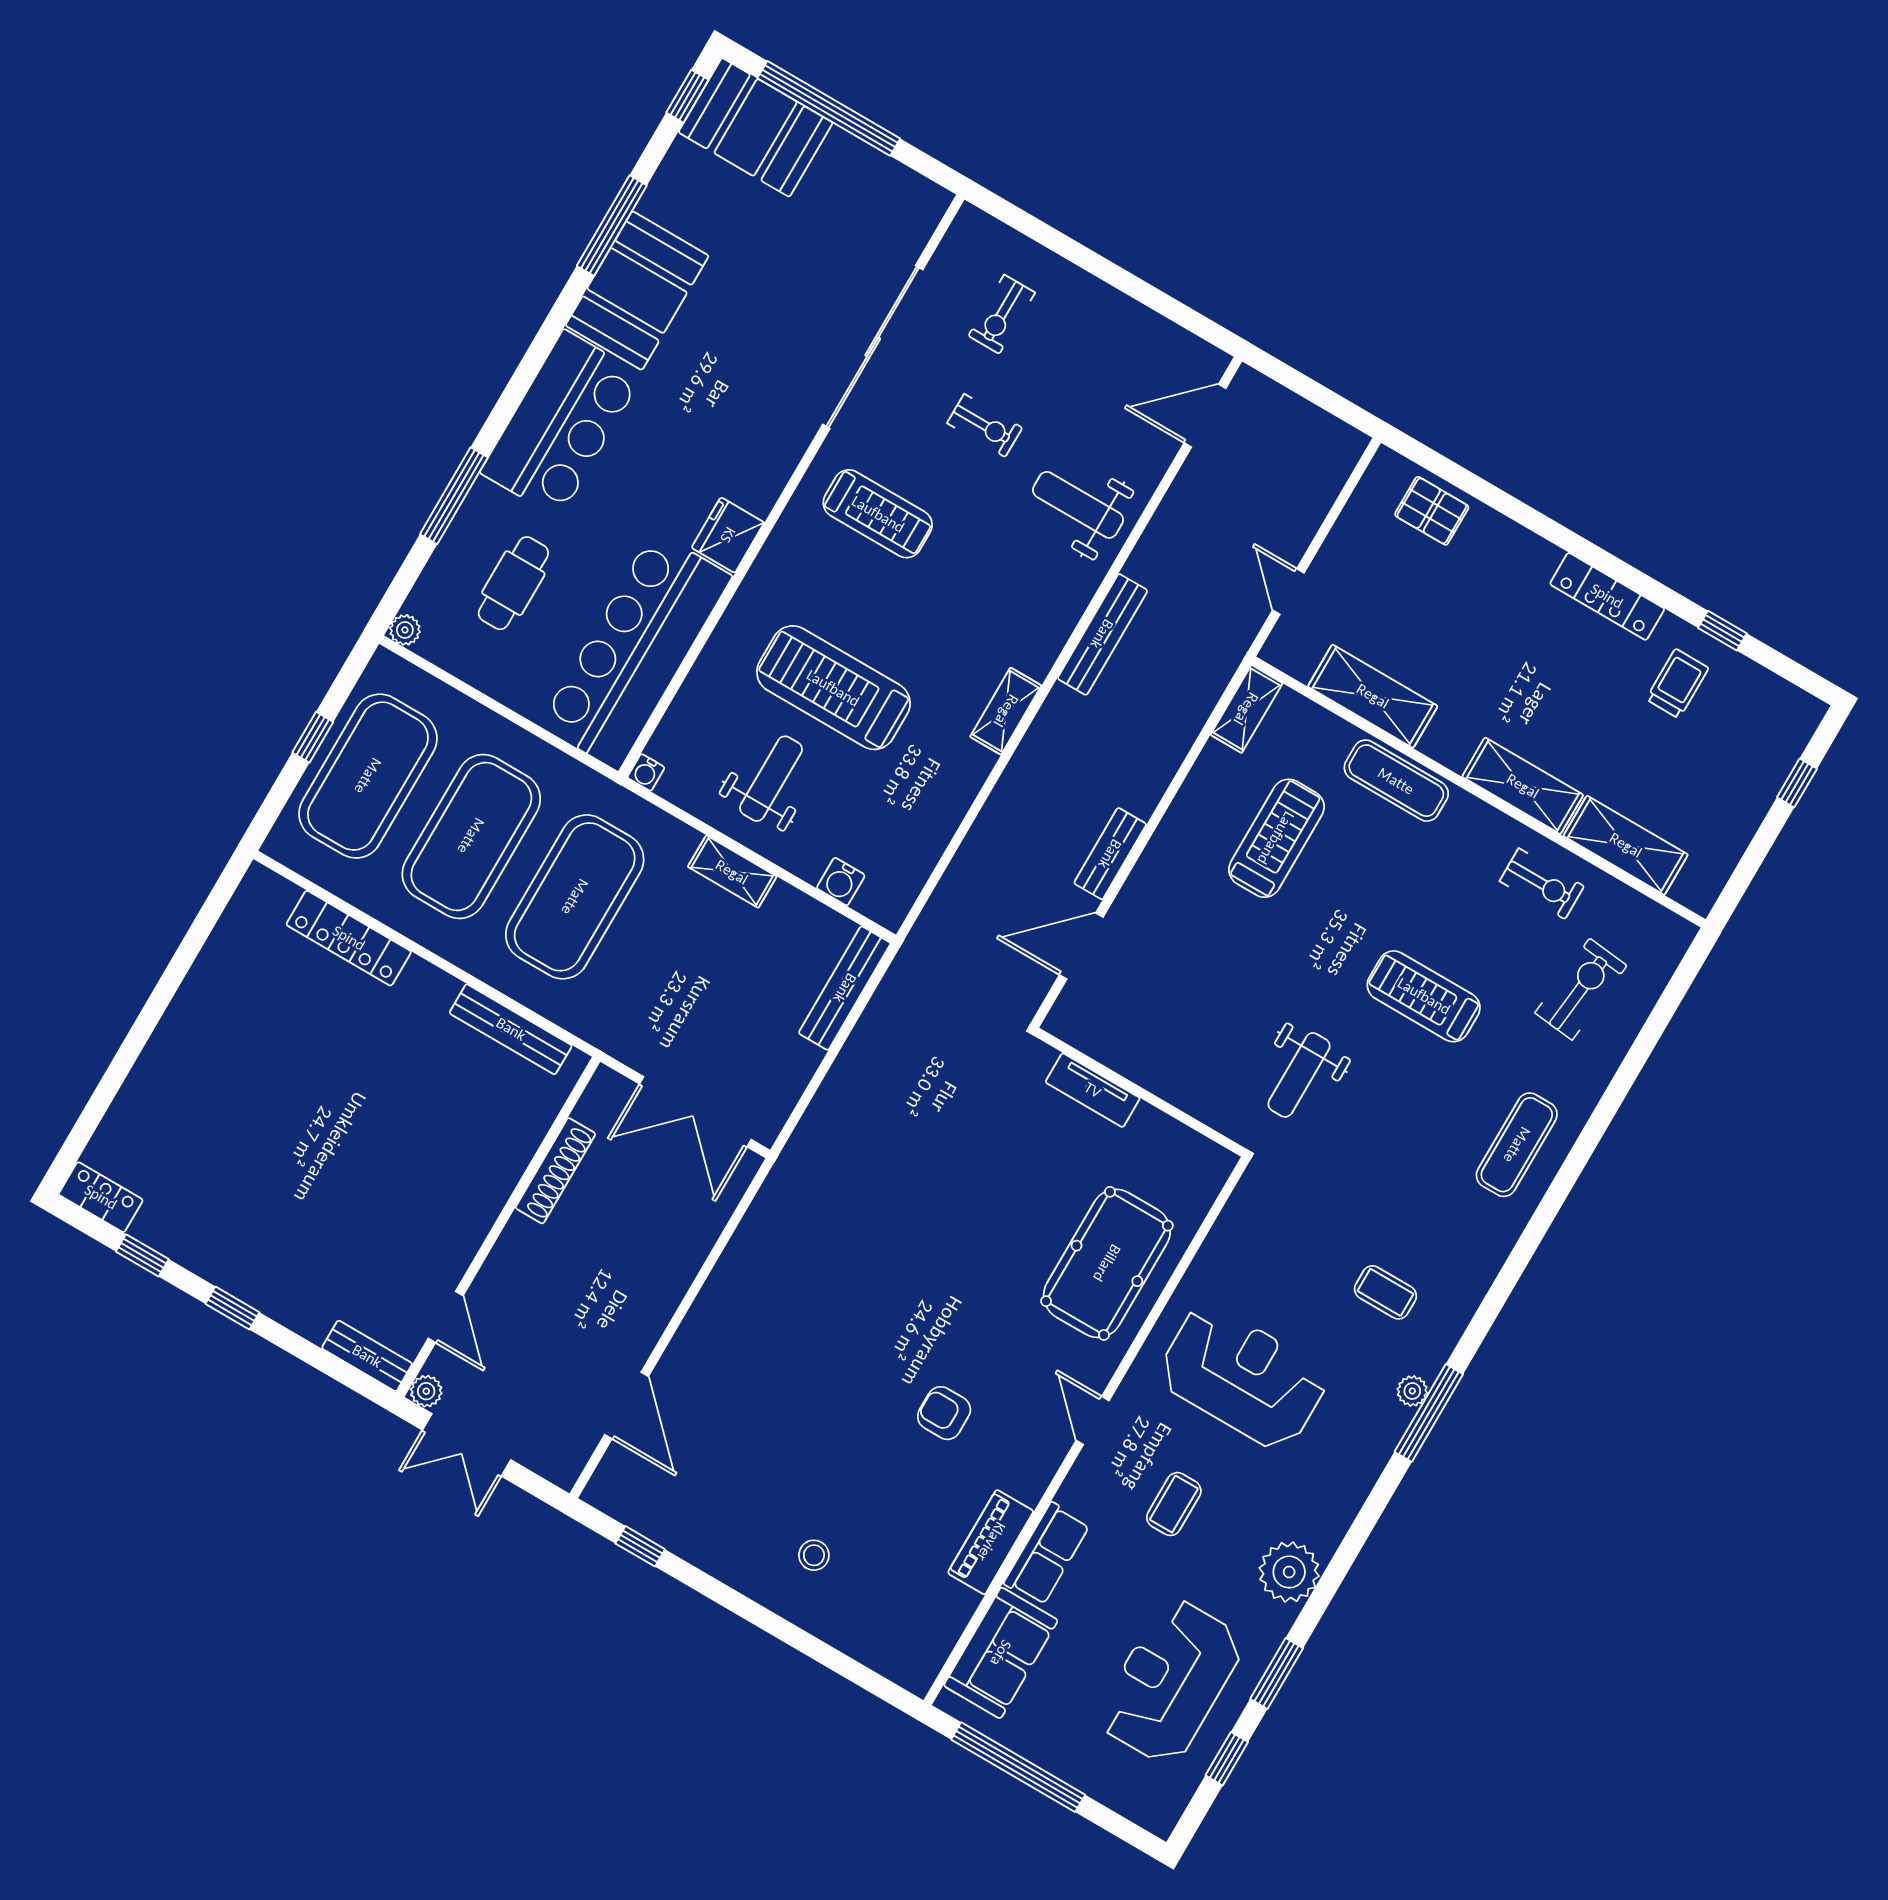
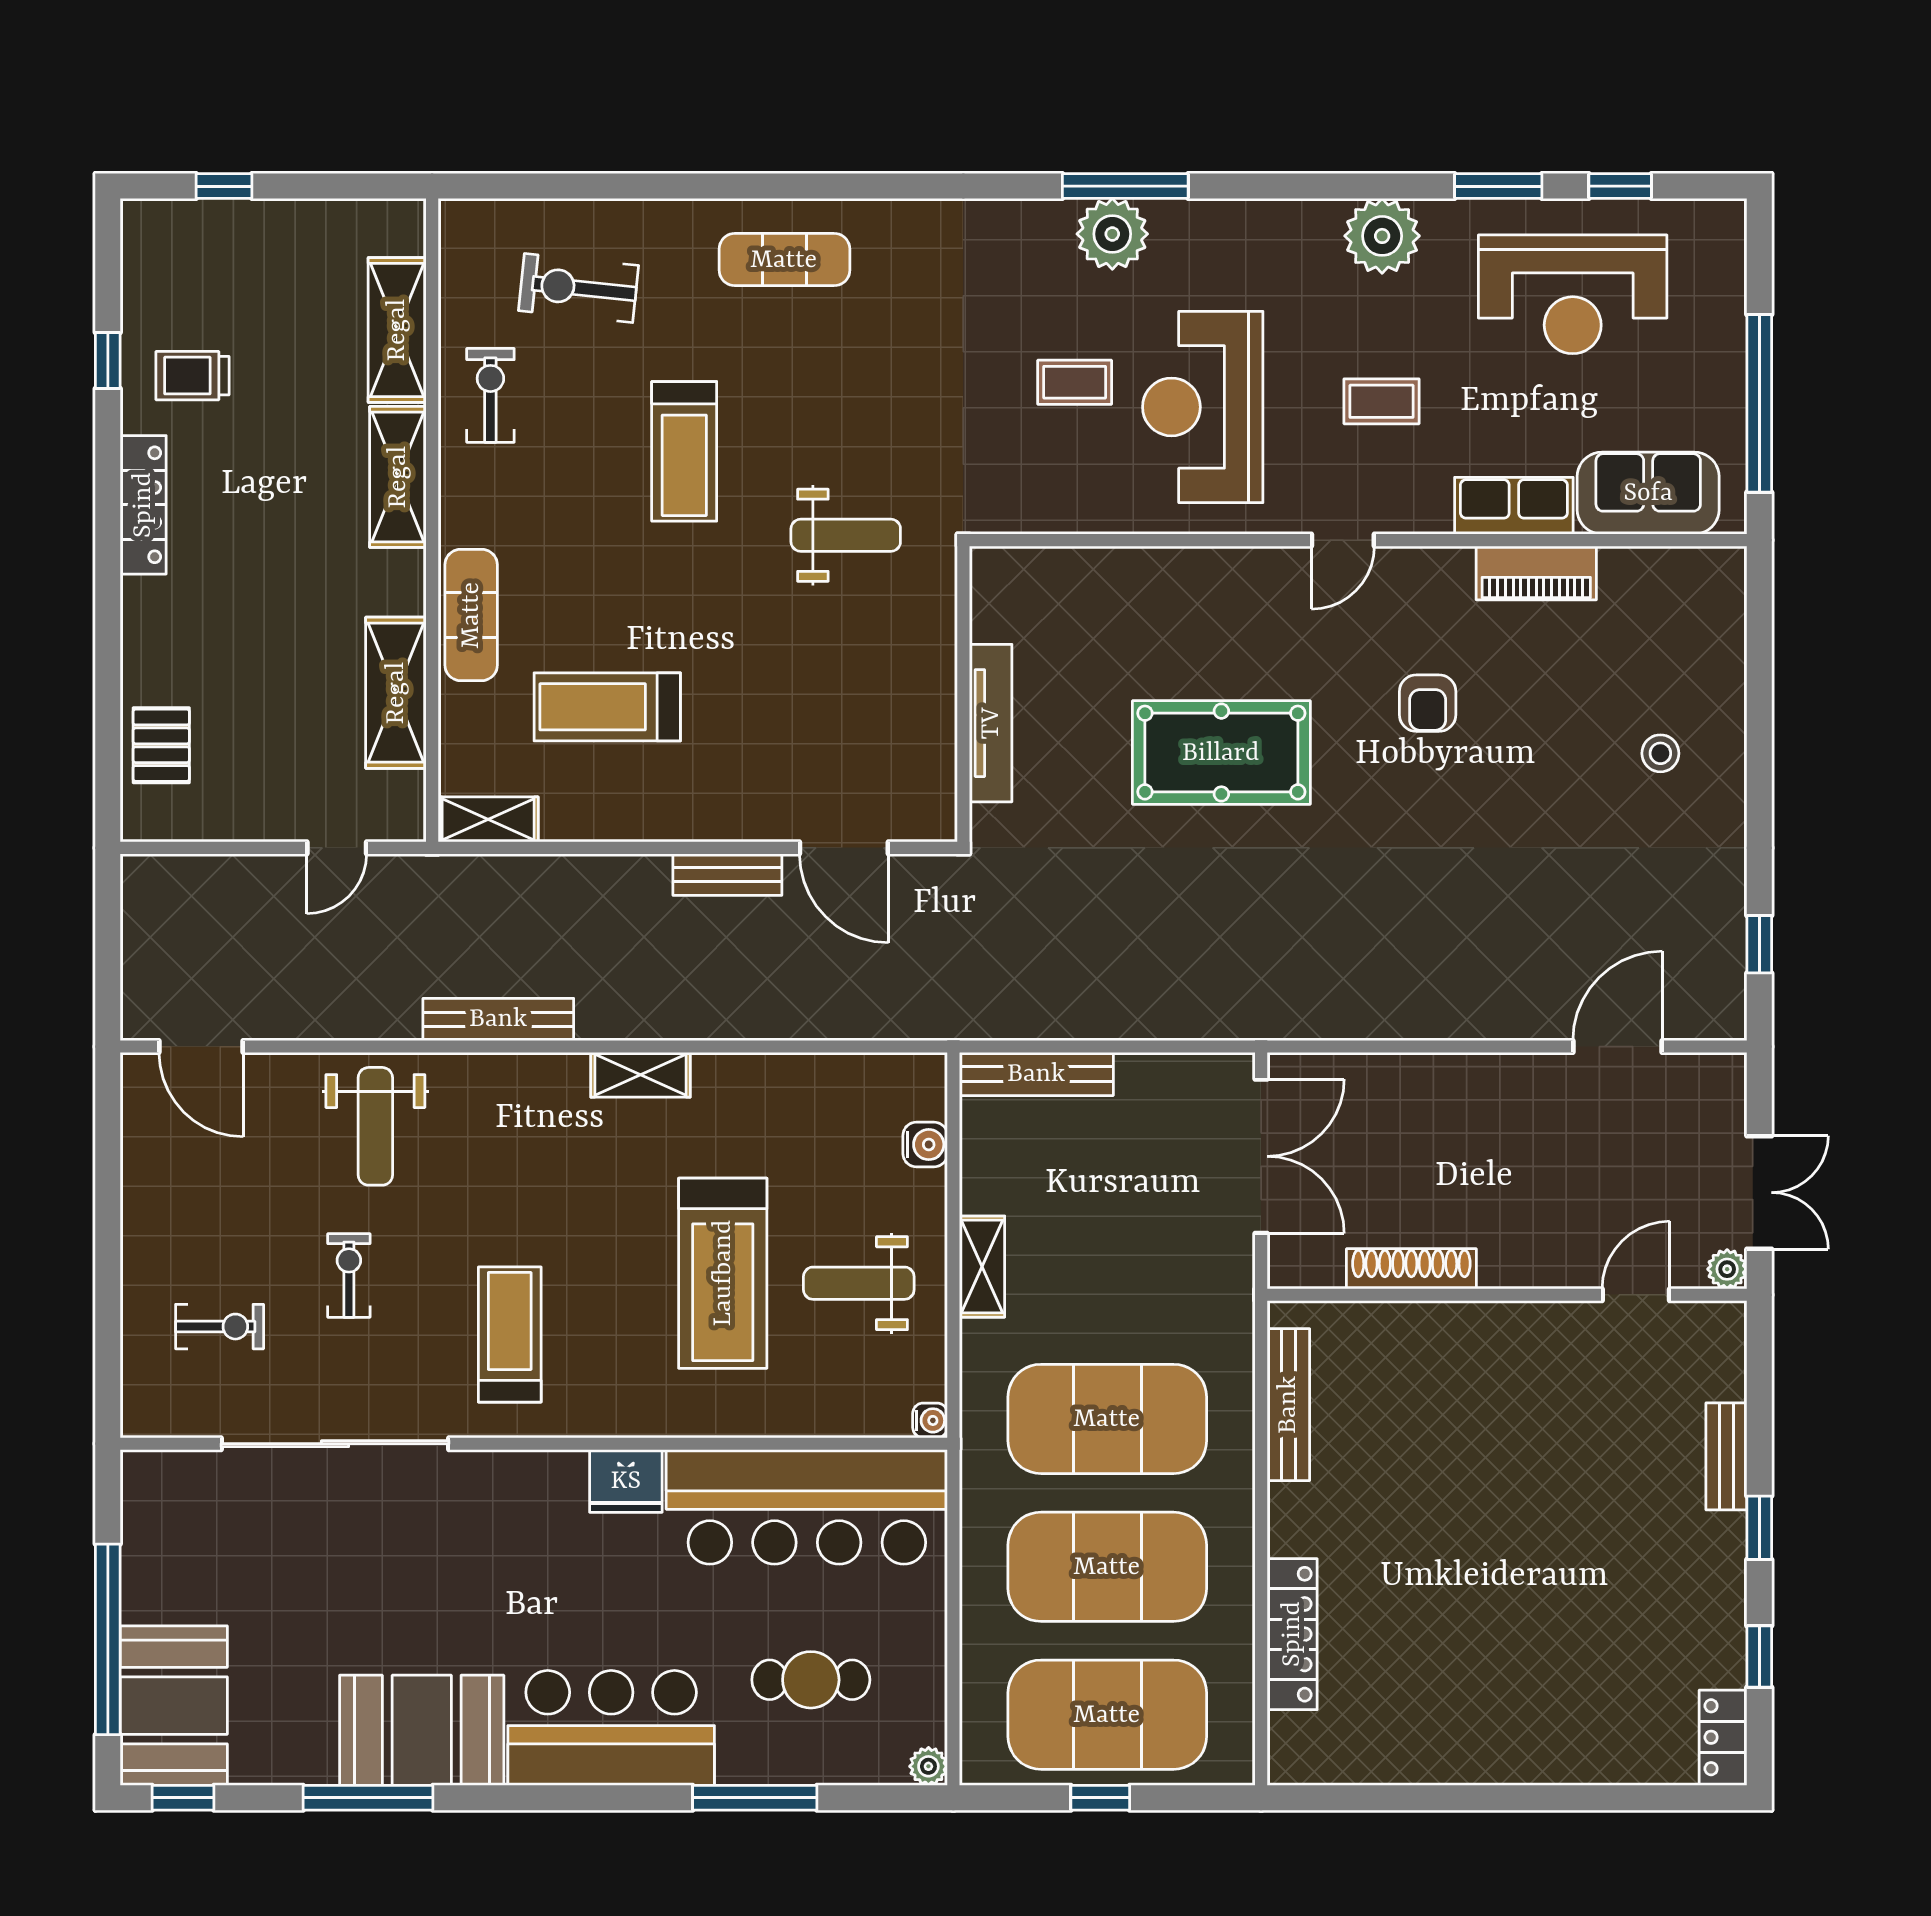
tv unit: (1093, 1090) -> (991, 723), width x1.41
pool table: (1107, 1263) -> (1221, 753), moved
coffee table: (1385, 1292) -> (1075, 382), moved, turned 90
bench: (367, 1356) -> (1726, 1456), moved
plant: (1412, 1391) -> (1112, 234), width x1.88, depth x1.88

